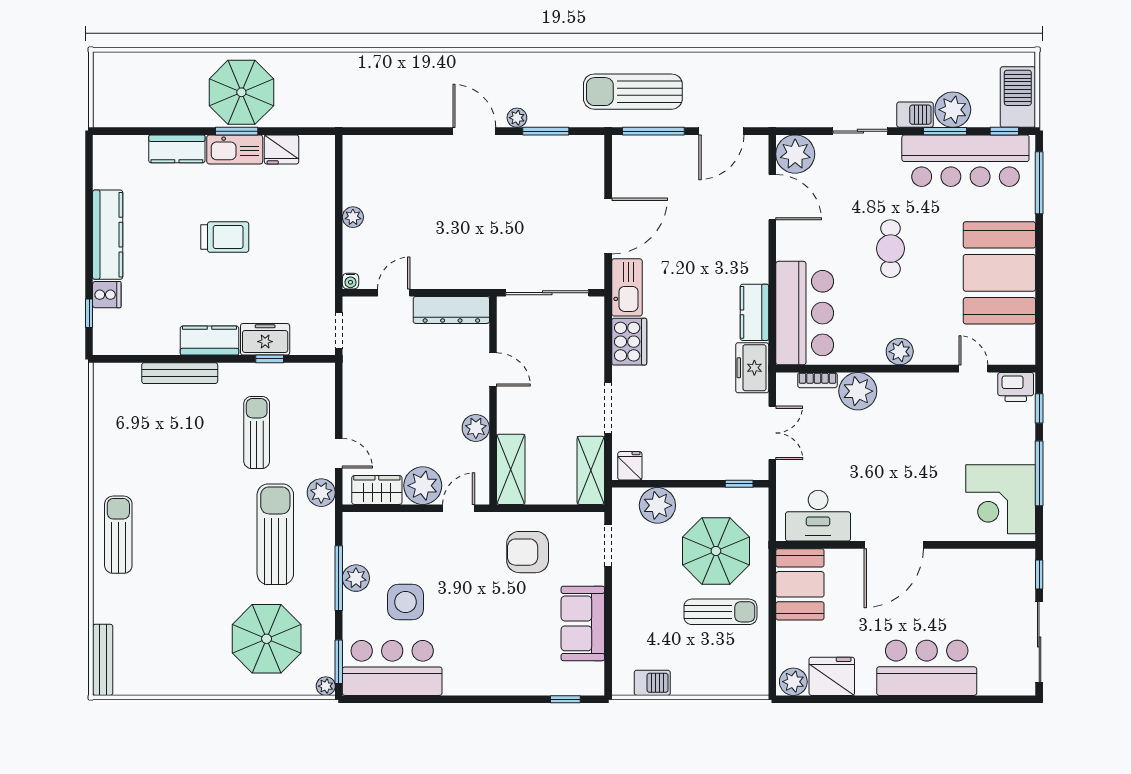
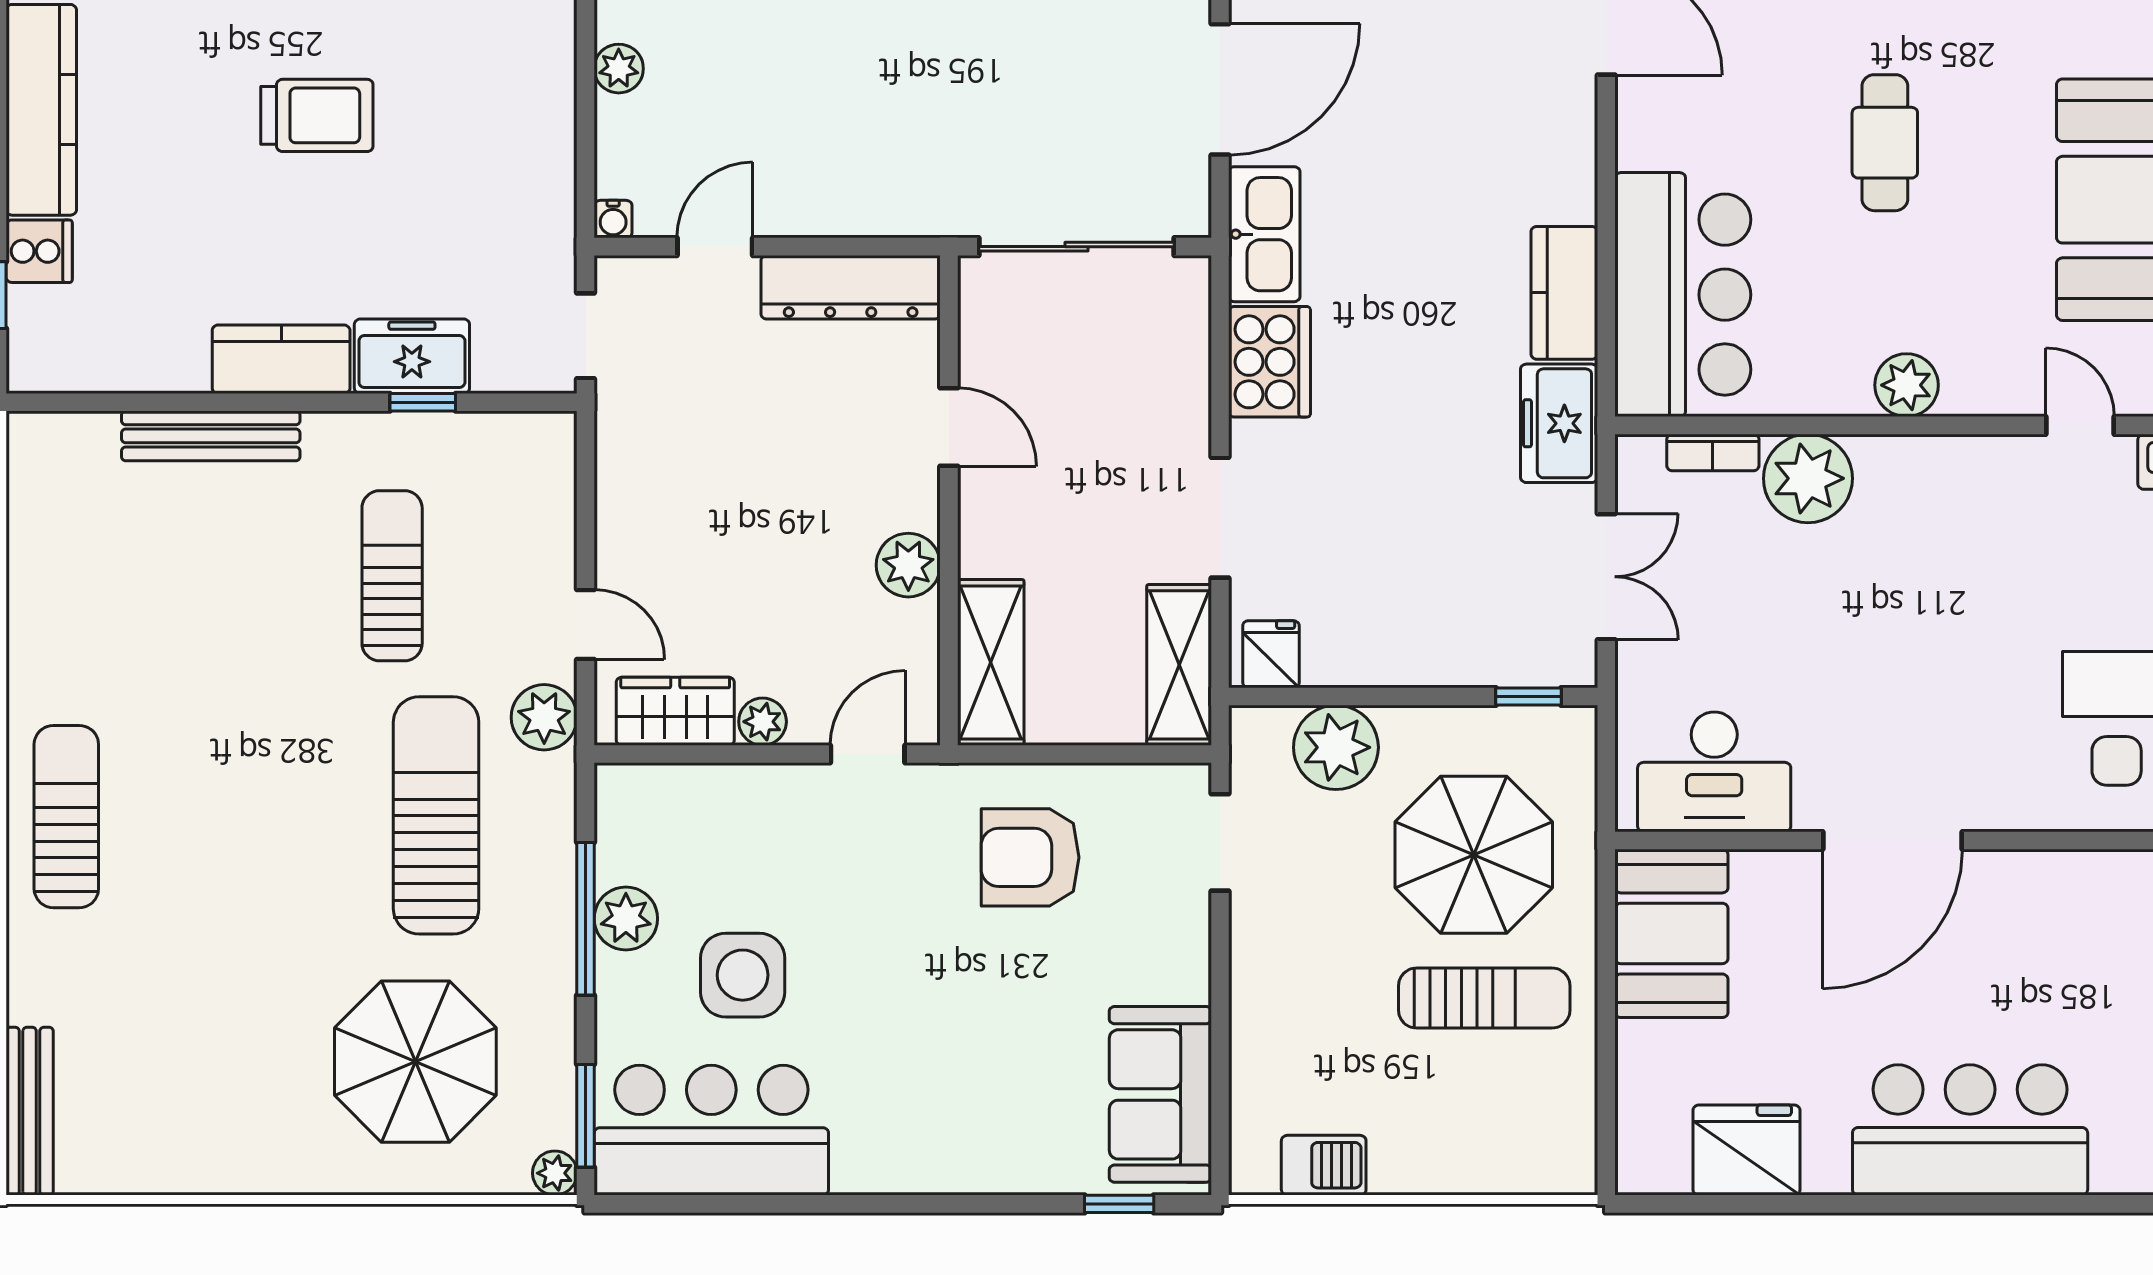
plant: (423, 486) -> (763, 722), width x0.53, depth x0.53
sofa: (583, 623) -> (1160, 1094), moved
plant: (793, 682) -> (1656, 1163), removed

